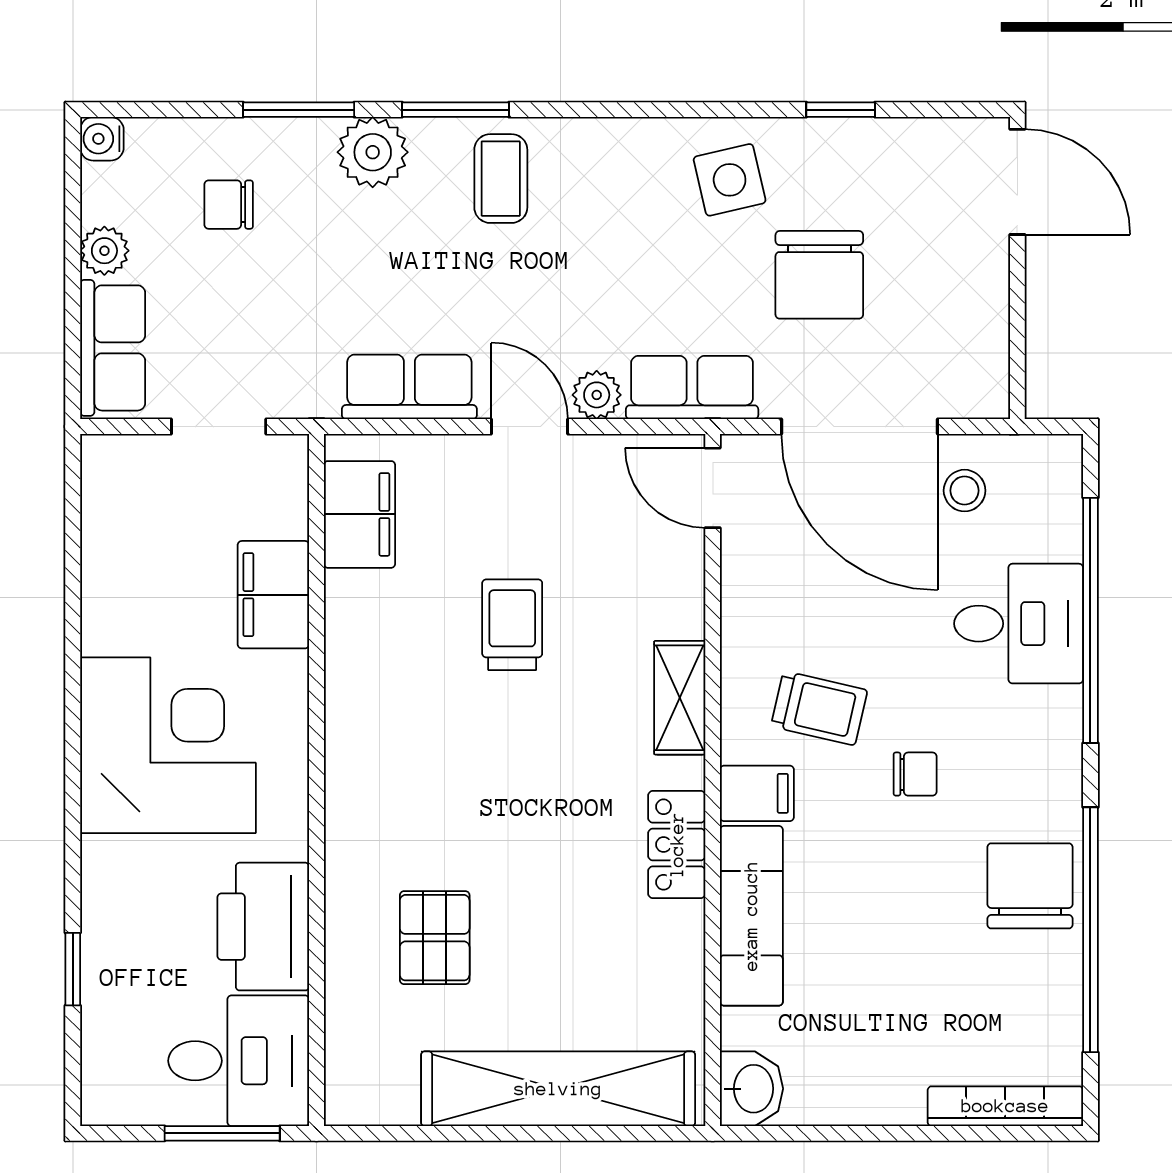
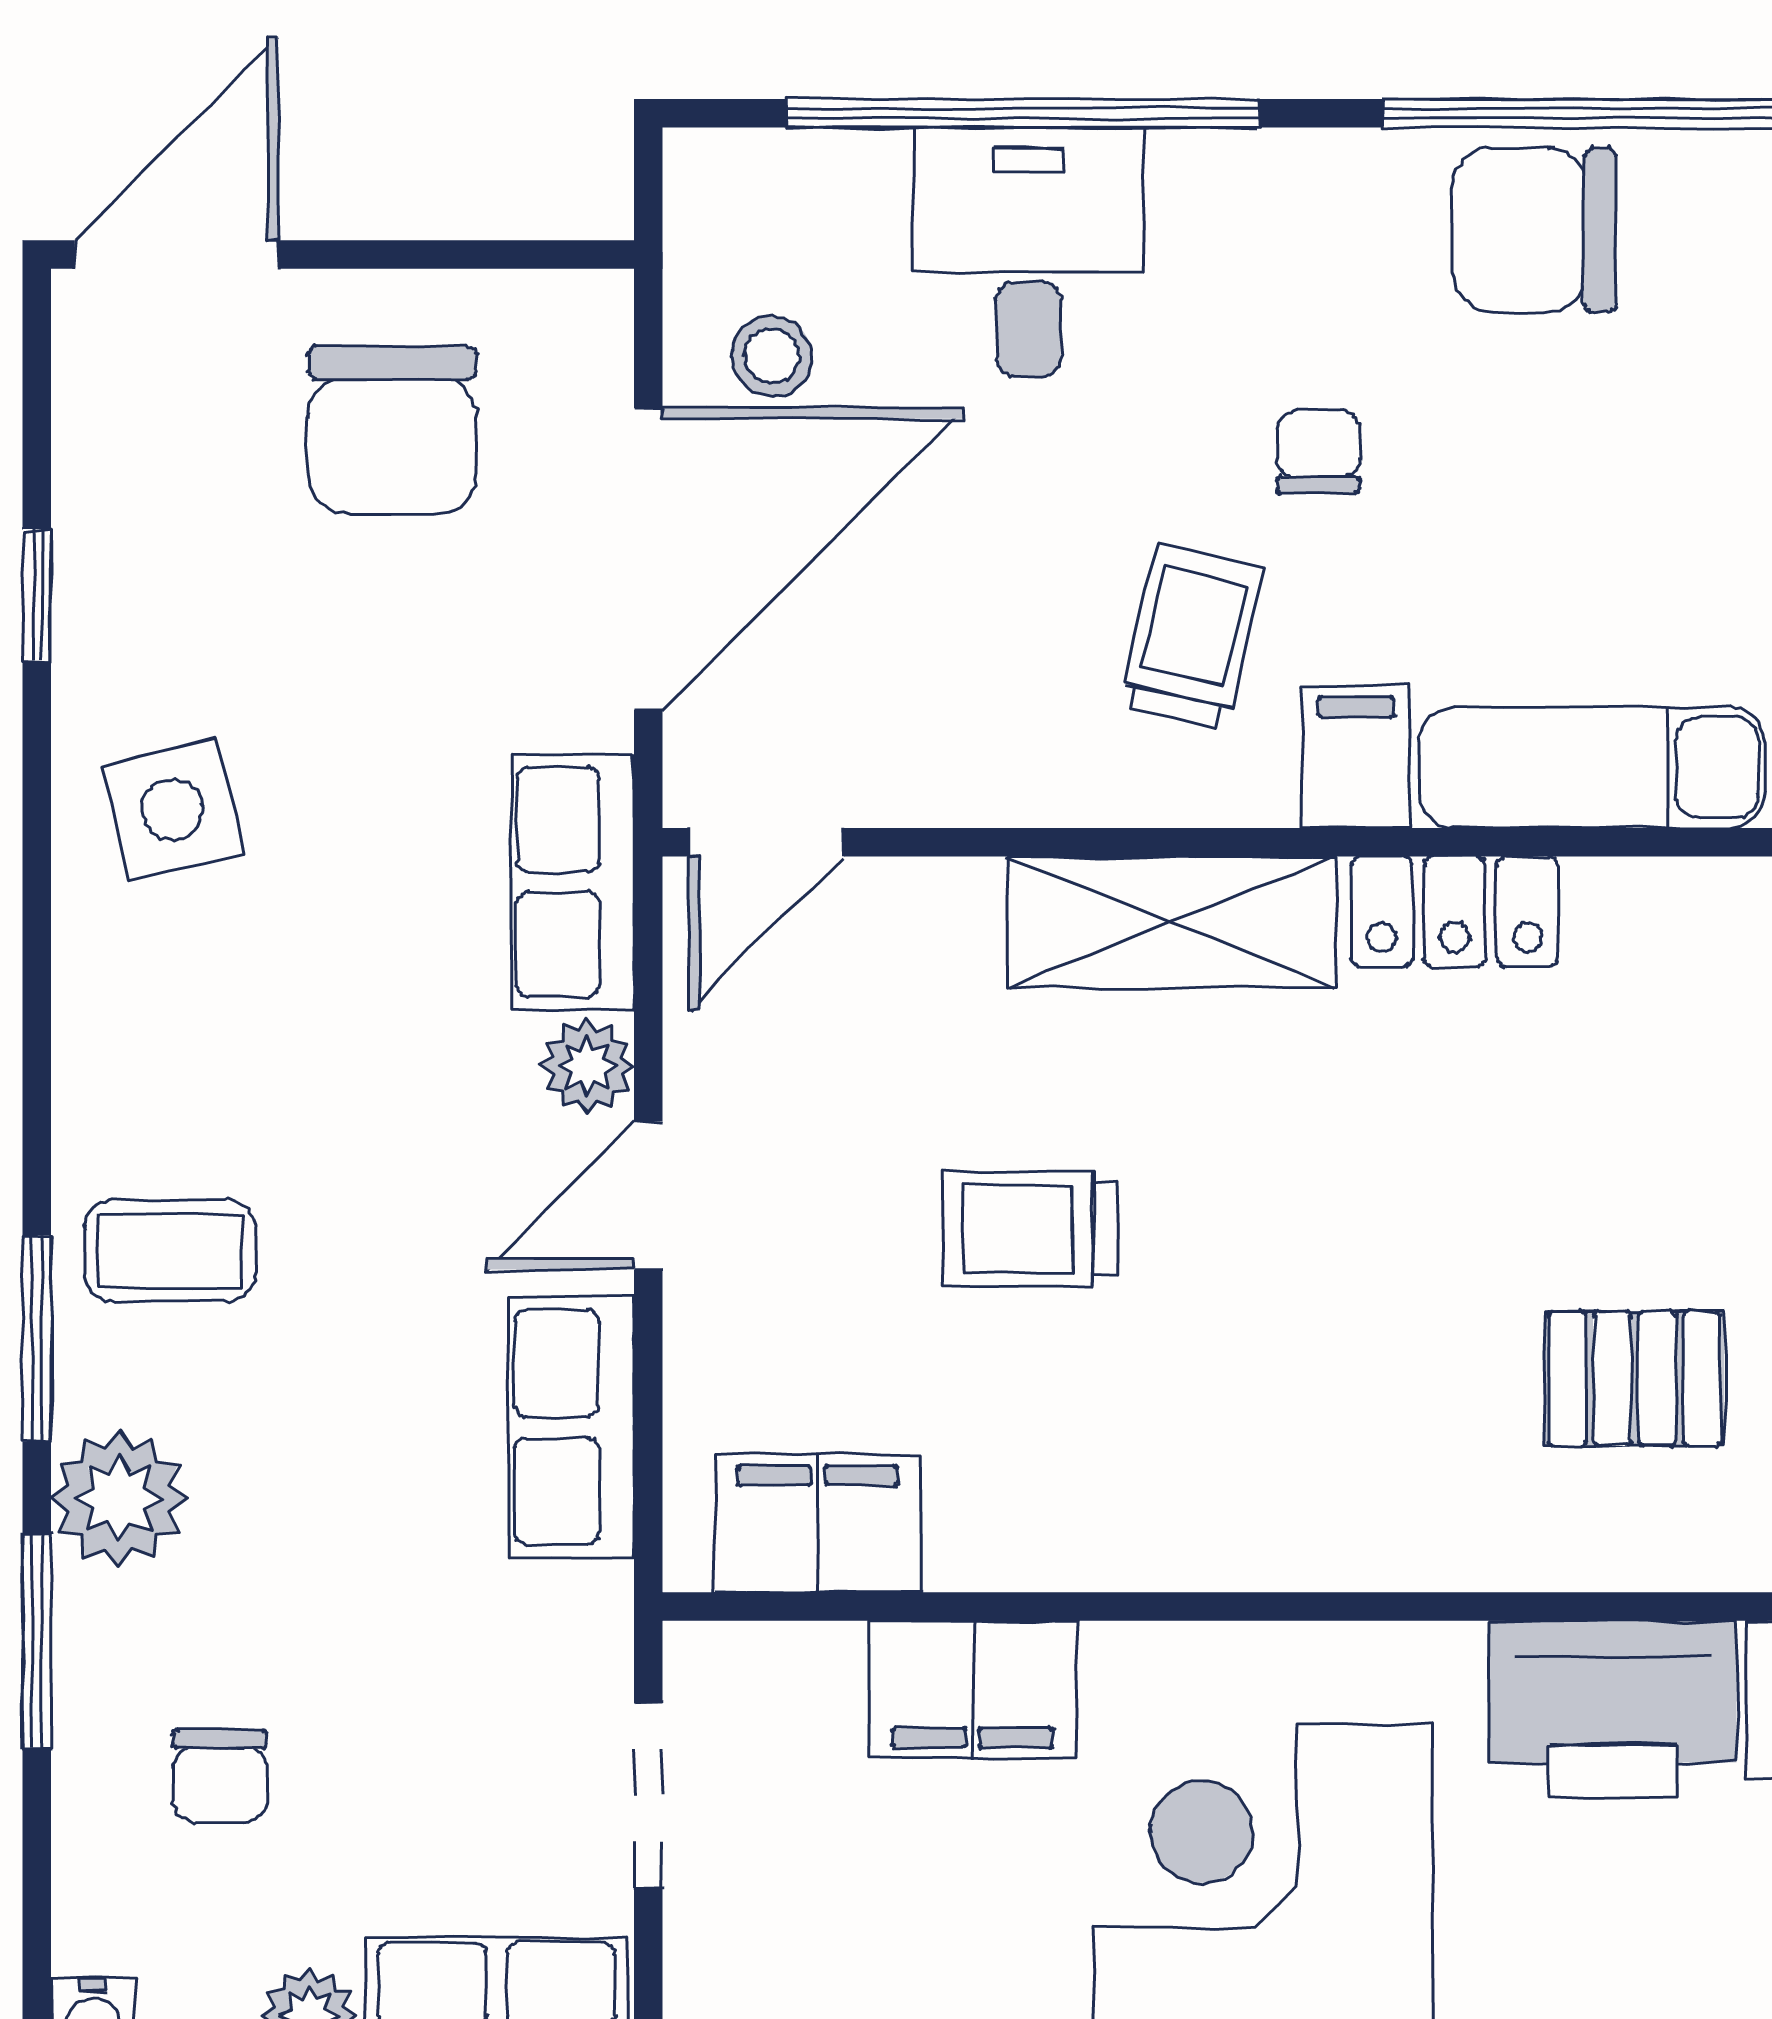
chair: (819, 275) -> (392, 430), moved, turned 90
shelving: (680, 698) -> (1171, 922), width x1.50, depth x1.33

